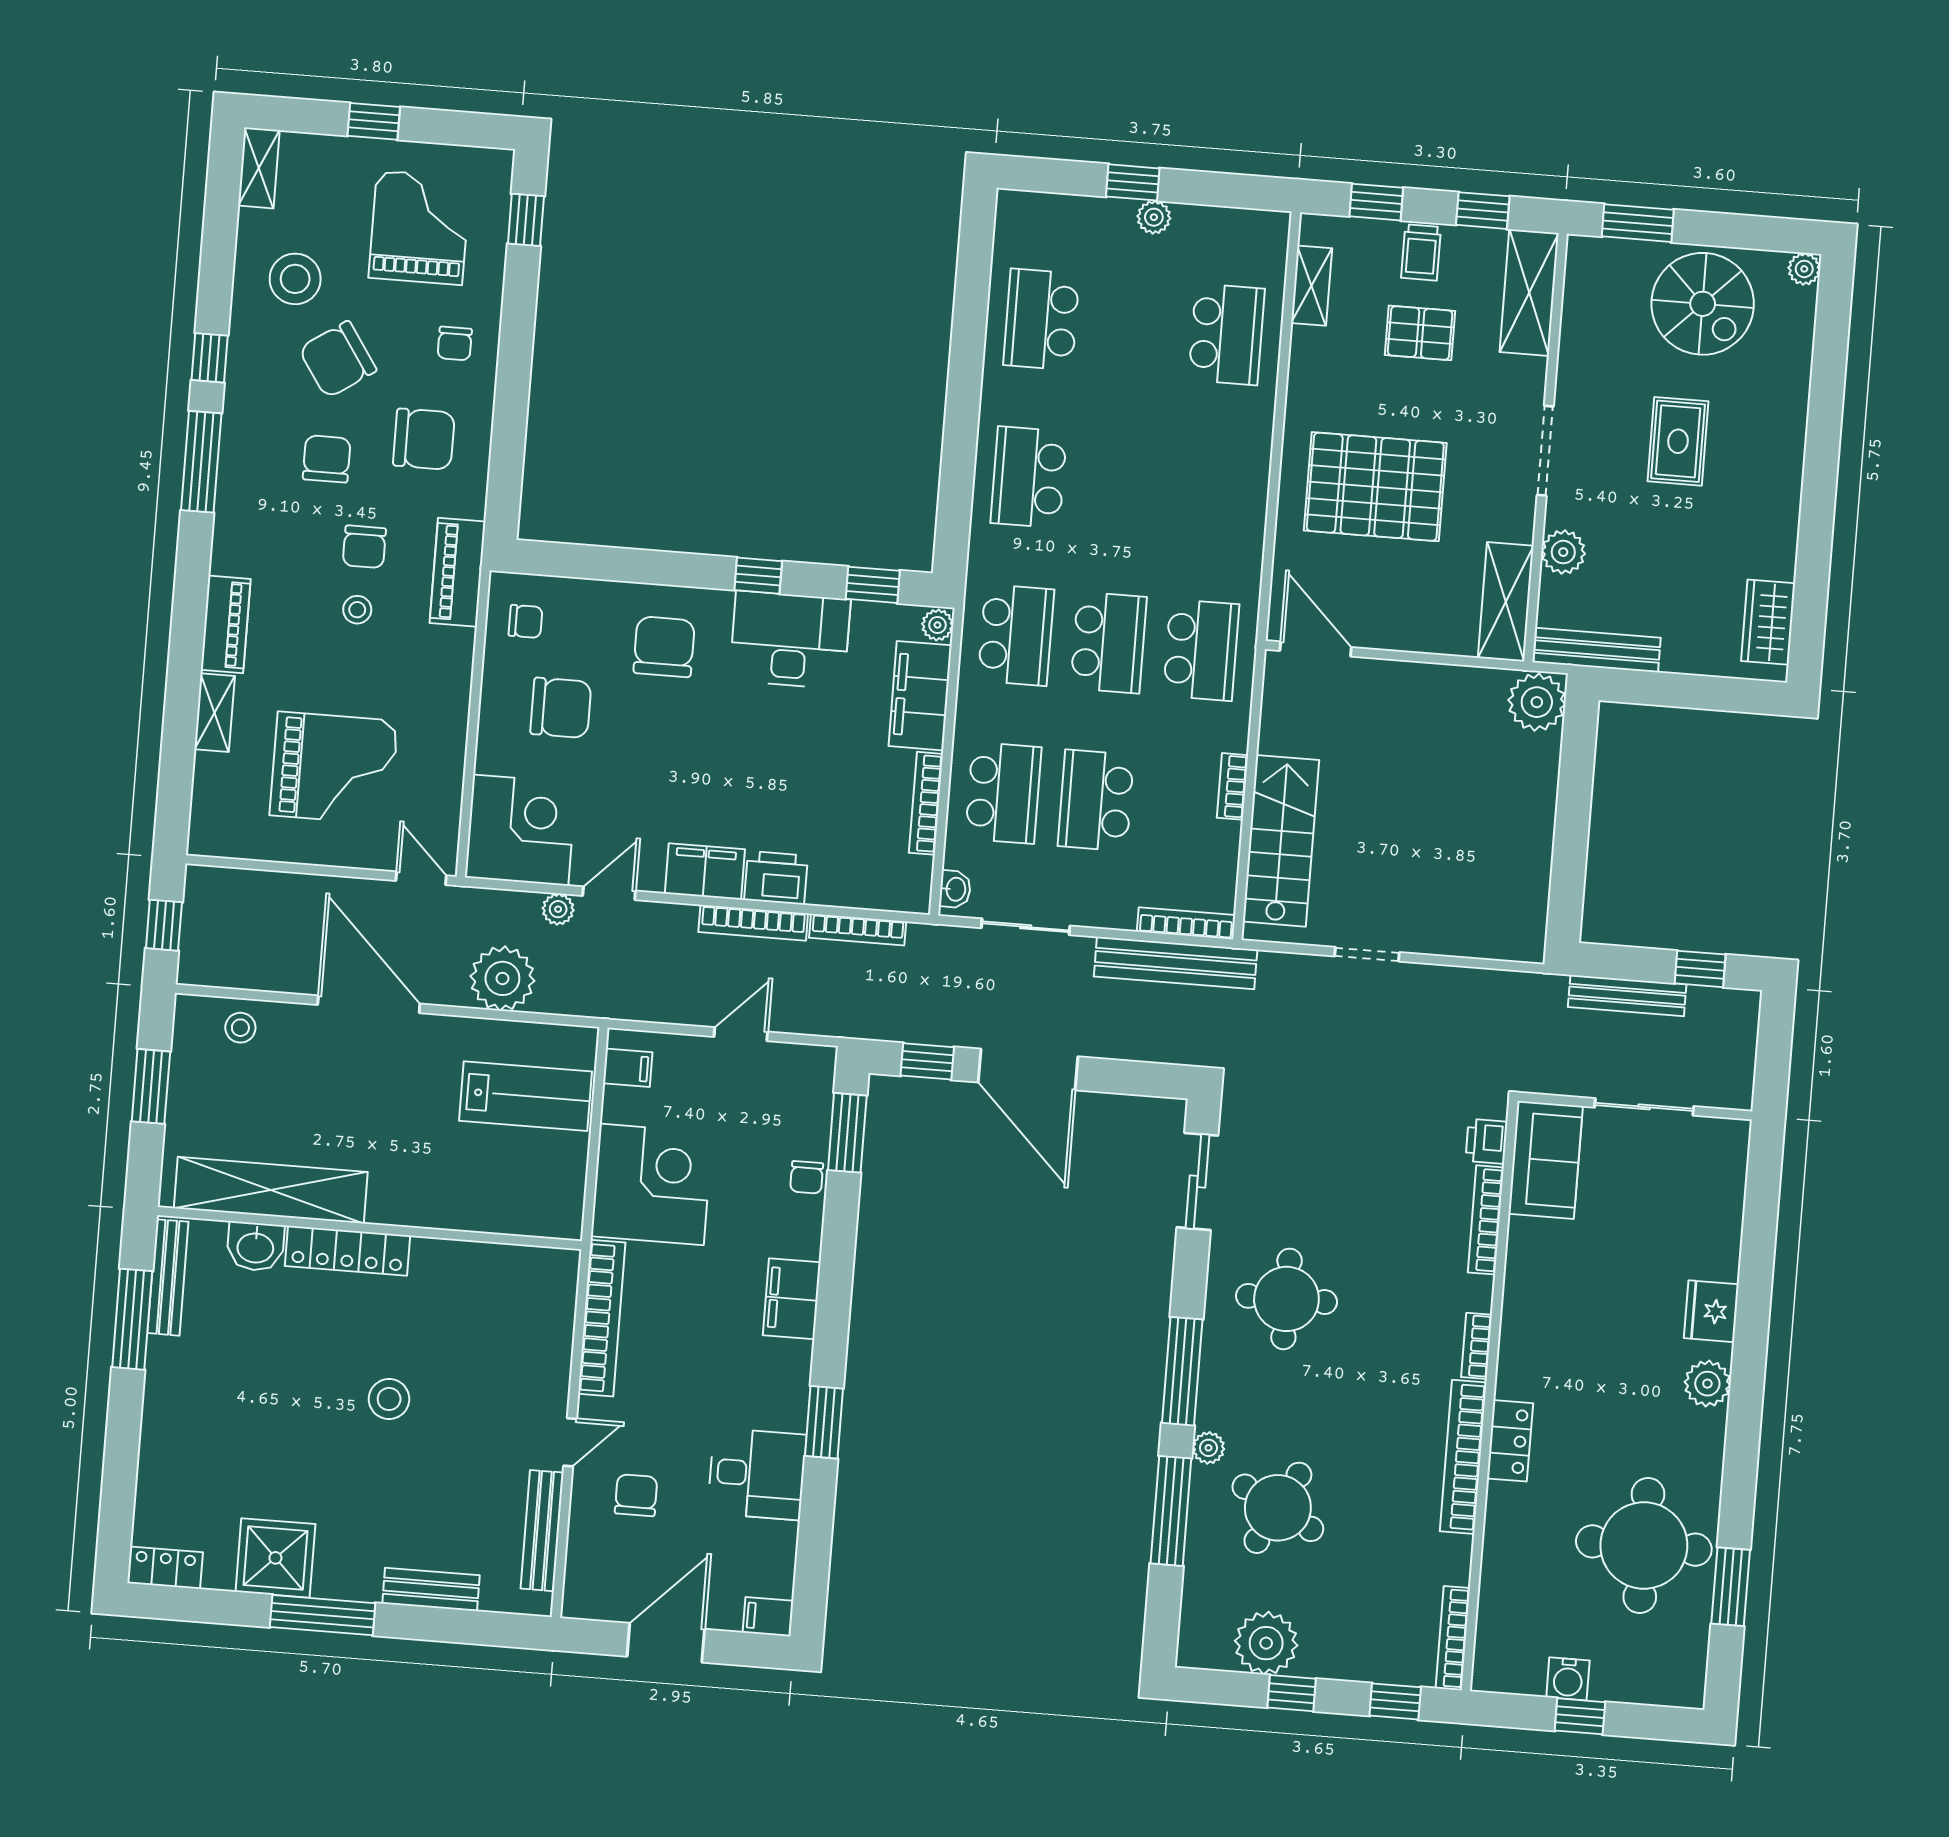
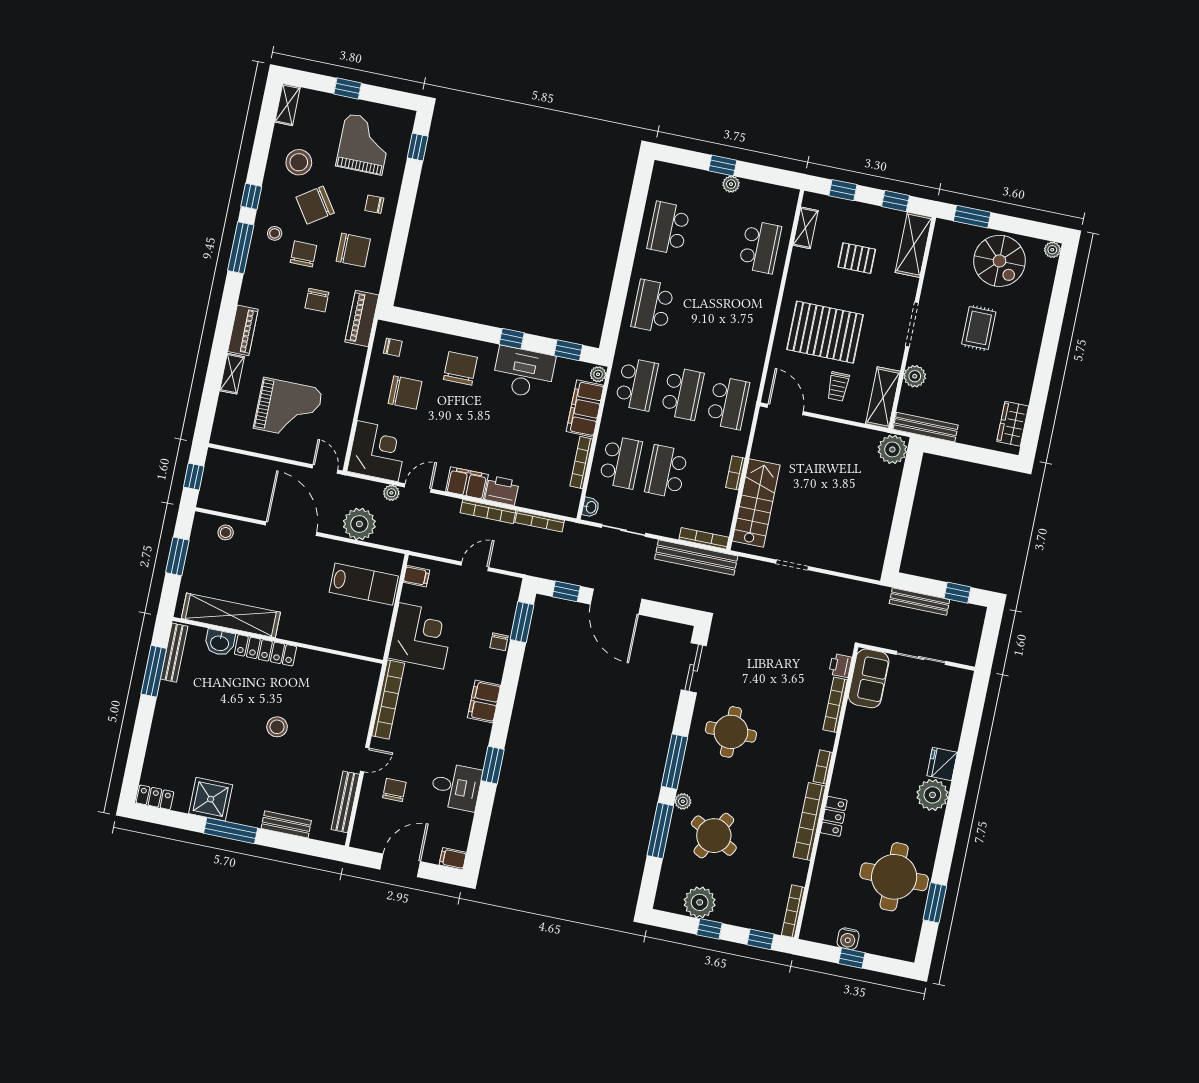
trolley: (1421, 252) -> (838, 386), moved
chair: (455, 343) -> (374, 204), turned 90
stool: (357, 610) -> (275, 233), moved
plant: (1707, 1384) -> (932, 795), width x1.36, depth x1.36

